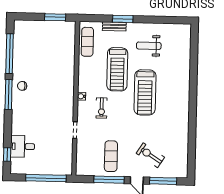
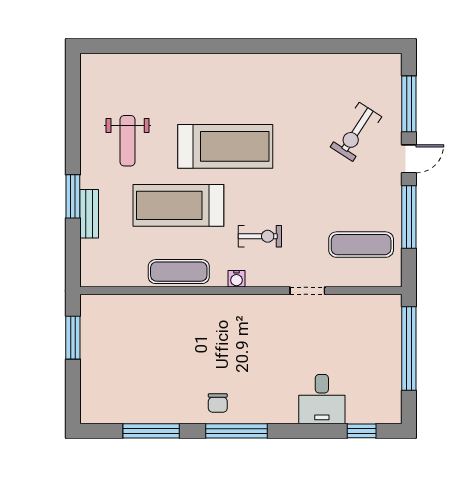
exercise mat: (87, 42) -> (179, 272), moved
window: (10, 54) -> (151, 431), width x0.68
treadmill: (117, 69) -> (178, 205), turned 180
desk: (23, 146) -> (322, 399), moved
exercise mat: (111, 156) -> (361, 245), moved

